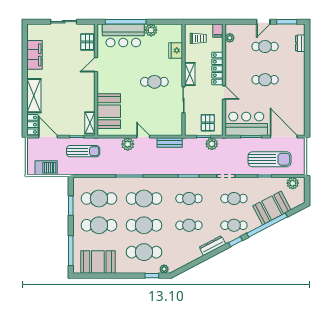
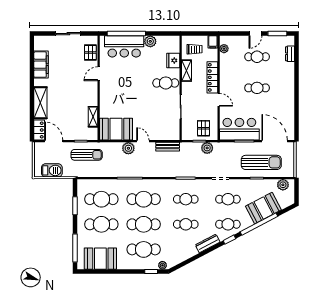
shelving: (190, 74) -> (187, 71), moved
cafe table: (154, 82) -> (166, 83), moved
booth: (109, 111) -> (116, 129), moved, turned 90
shelving: (90, 123) -> (93, 117), moved

